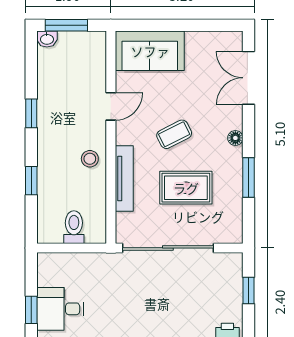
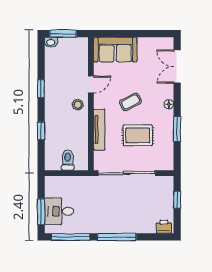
stool: (90, 159) -> (78, 105), moved
window: (31, 310) -> (41, 212), width x1.50

